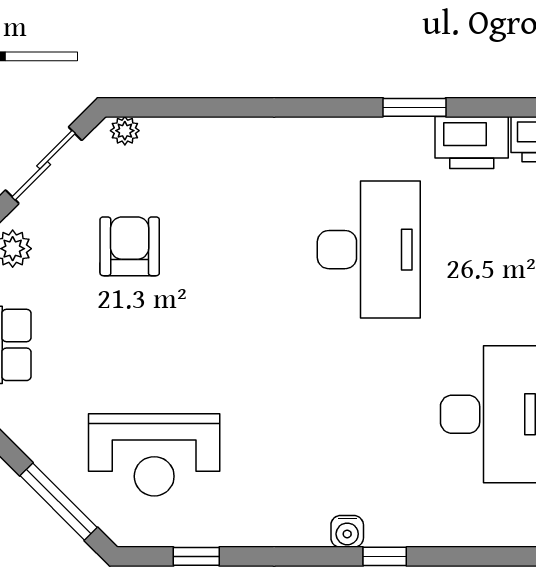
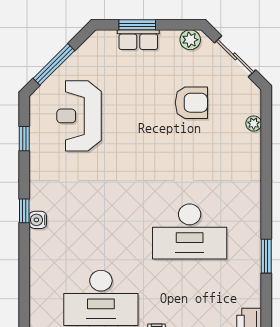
plant: (125, 131) -> (254, 123), moved
printer: (472, 143) -> (247, 287), removed
window: (385, 556) -> (24, 211), moved

